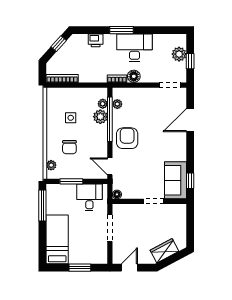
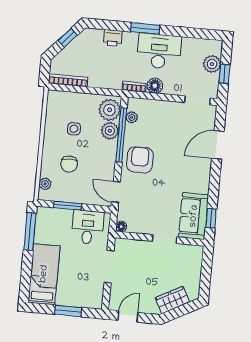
plant: (103, 104) -> (110, 110), width x1.88, depth x1.88

